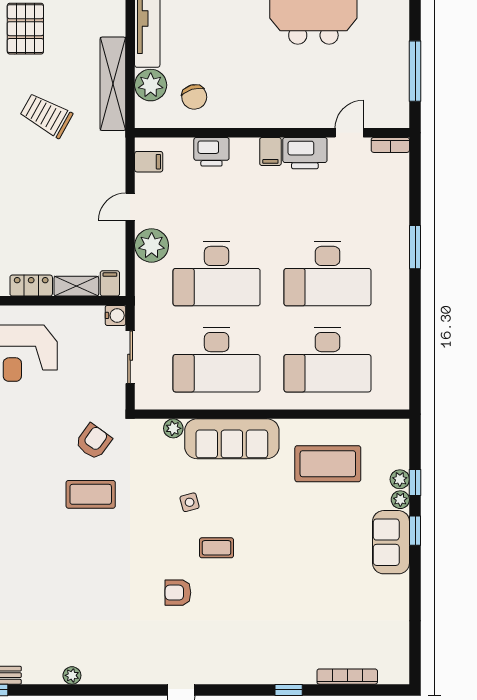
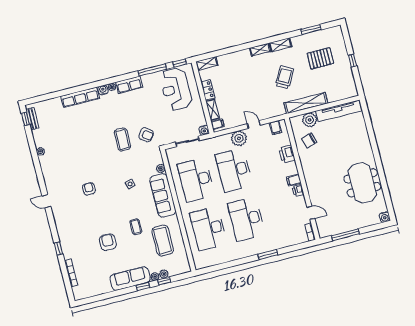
printer: (305, 153) -> (298, 190), width x0.53, depth x0.68
sofa: (391, 542) -> (130, 278), width x1.36
coffee table: (217, 548) -> (136, 227), moved
armchair: (302, 581) -> (108, 242), added

